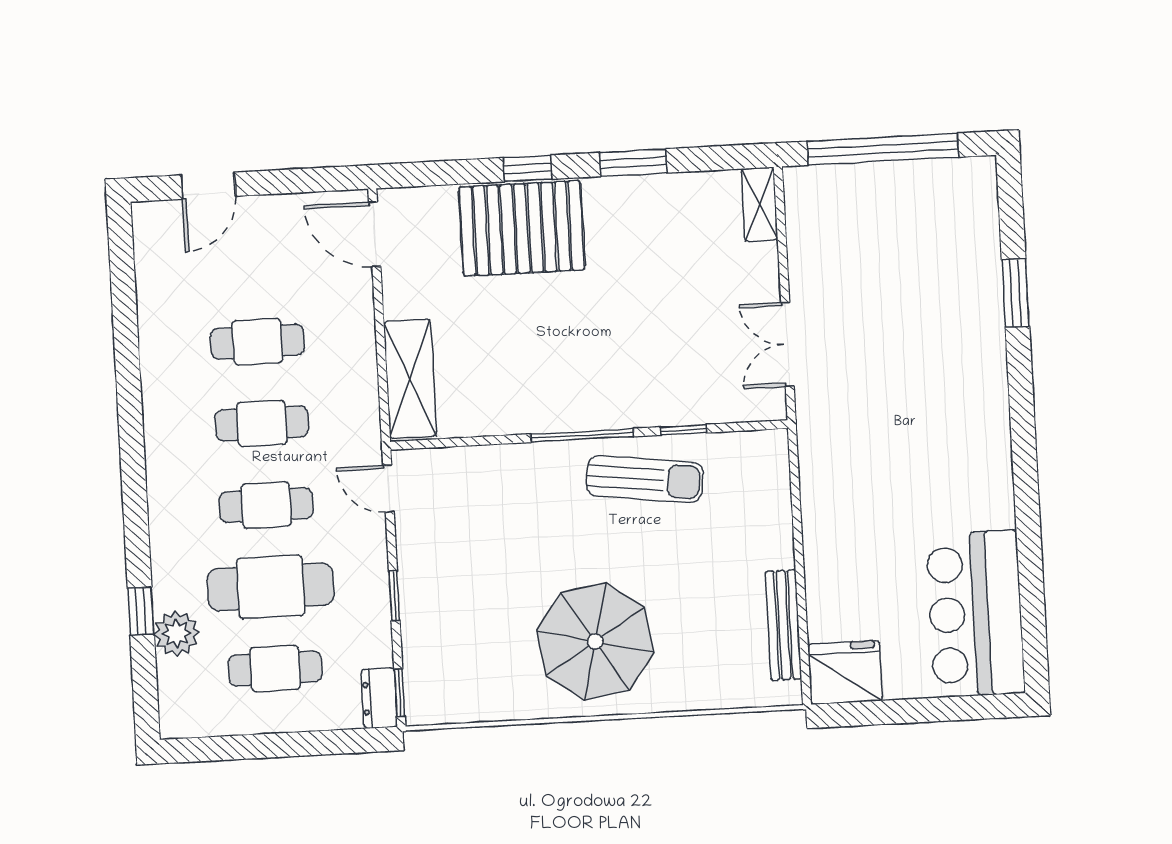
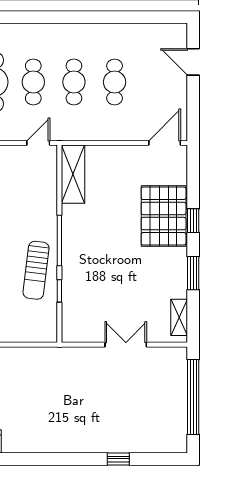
shelving: (759, 204) -> (179, 317), moved, turned 90
window: (1015, 293) -> (118, 459), width x0.67
double door: (787, 344) -> (126, 345), moved
shelving: (410, 379) -> (73, 174), moved, turned 90

